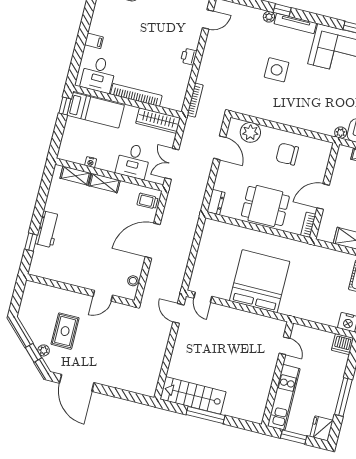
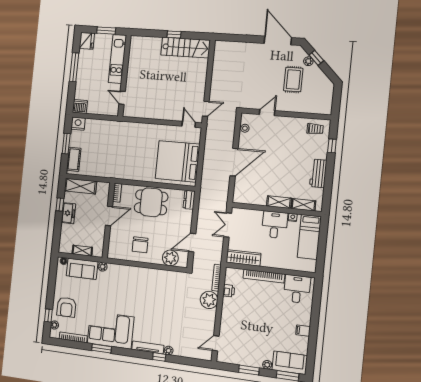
filing cabinet: (94, 41) -> (303, 331), moved
printer: (189, 57) -> (229, 291), moved
side table: (277, 70) -> (157, 309), removed
plant: (208, 74) -> (209, 300), added
window: (65, 106) -> (321, 260), removed
bed: (96, 110) -> (309, 237), moved, turned -90
door: (220, 148) -> (192, 243), hinge flipped
chair: (287, 154) -> (140, 245), turned 90
desk: (133, 161) -> (275, 225), moved
double door: (172, 164) -> (228, 225), swing flipped
trolley: (148, 201) -> (315, 129), moved
workbench: (48, 229) -> (318, 173), moved
bed: (260, 281) -> (177, 161), moved, turned 90
door: (178, 313) -> (206, 109), hinge flipped
window: (205, 415) -> (174, 34), width x0.46

